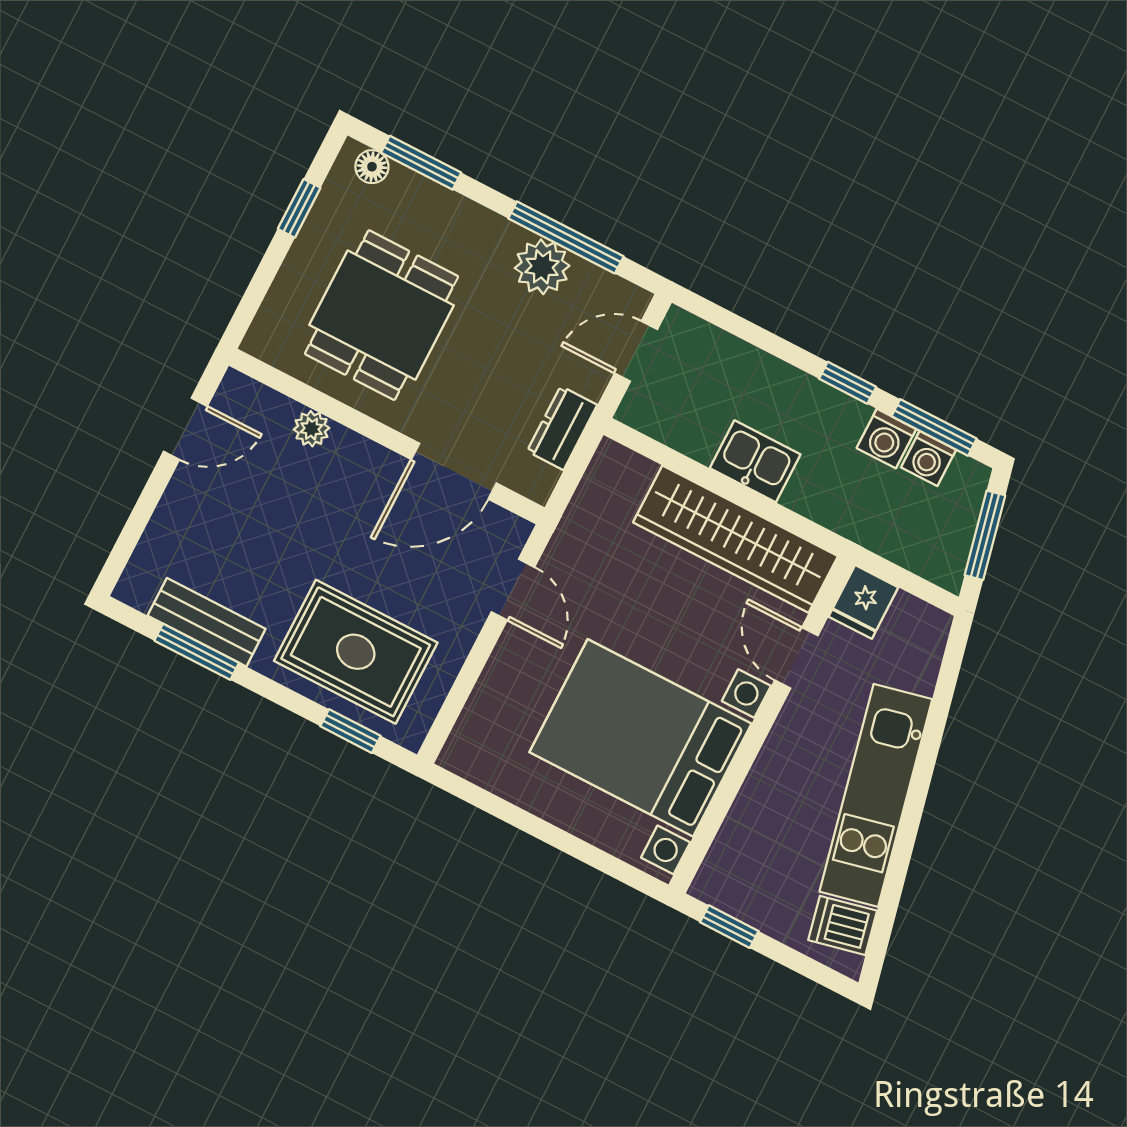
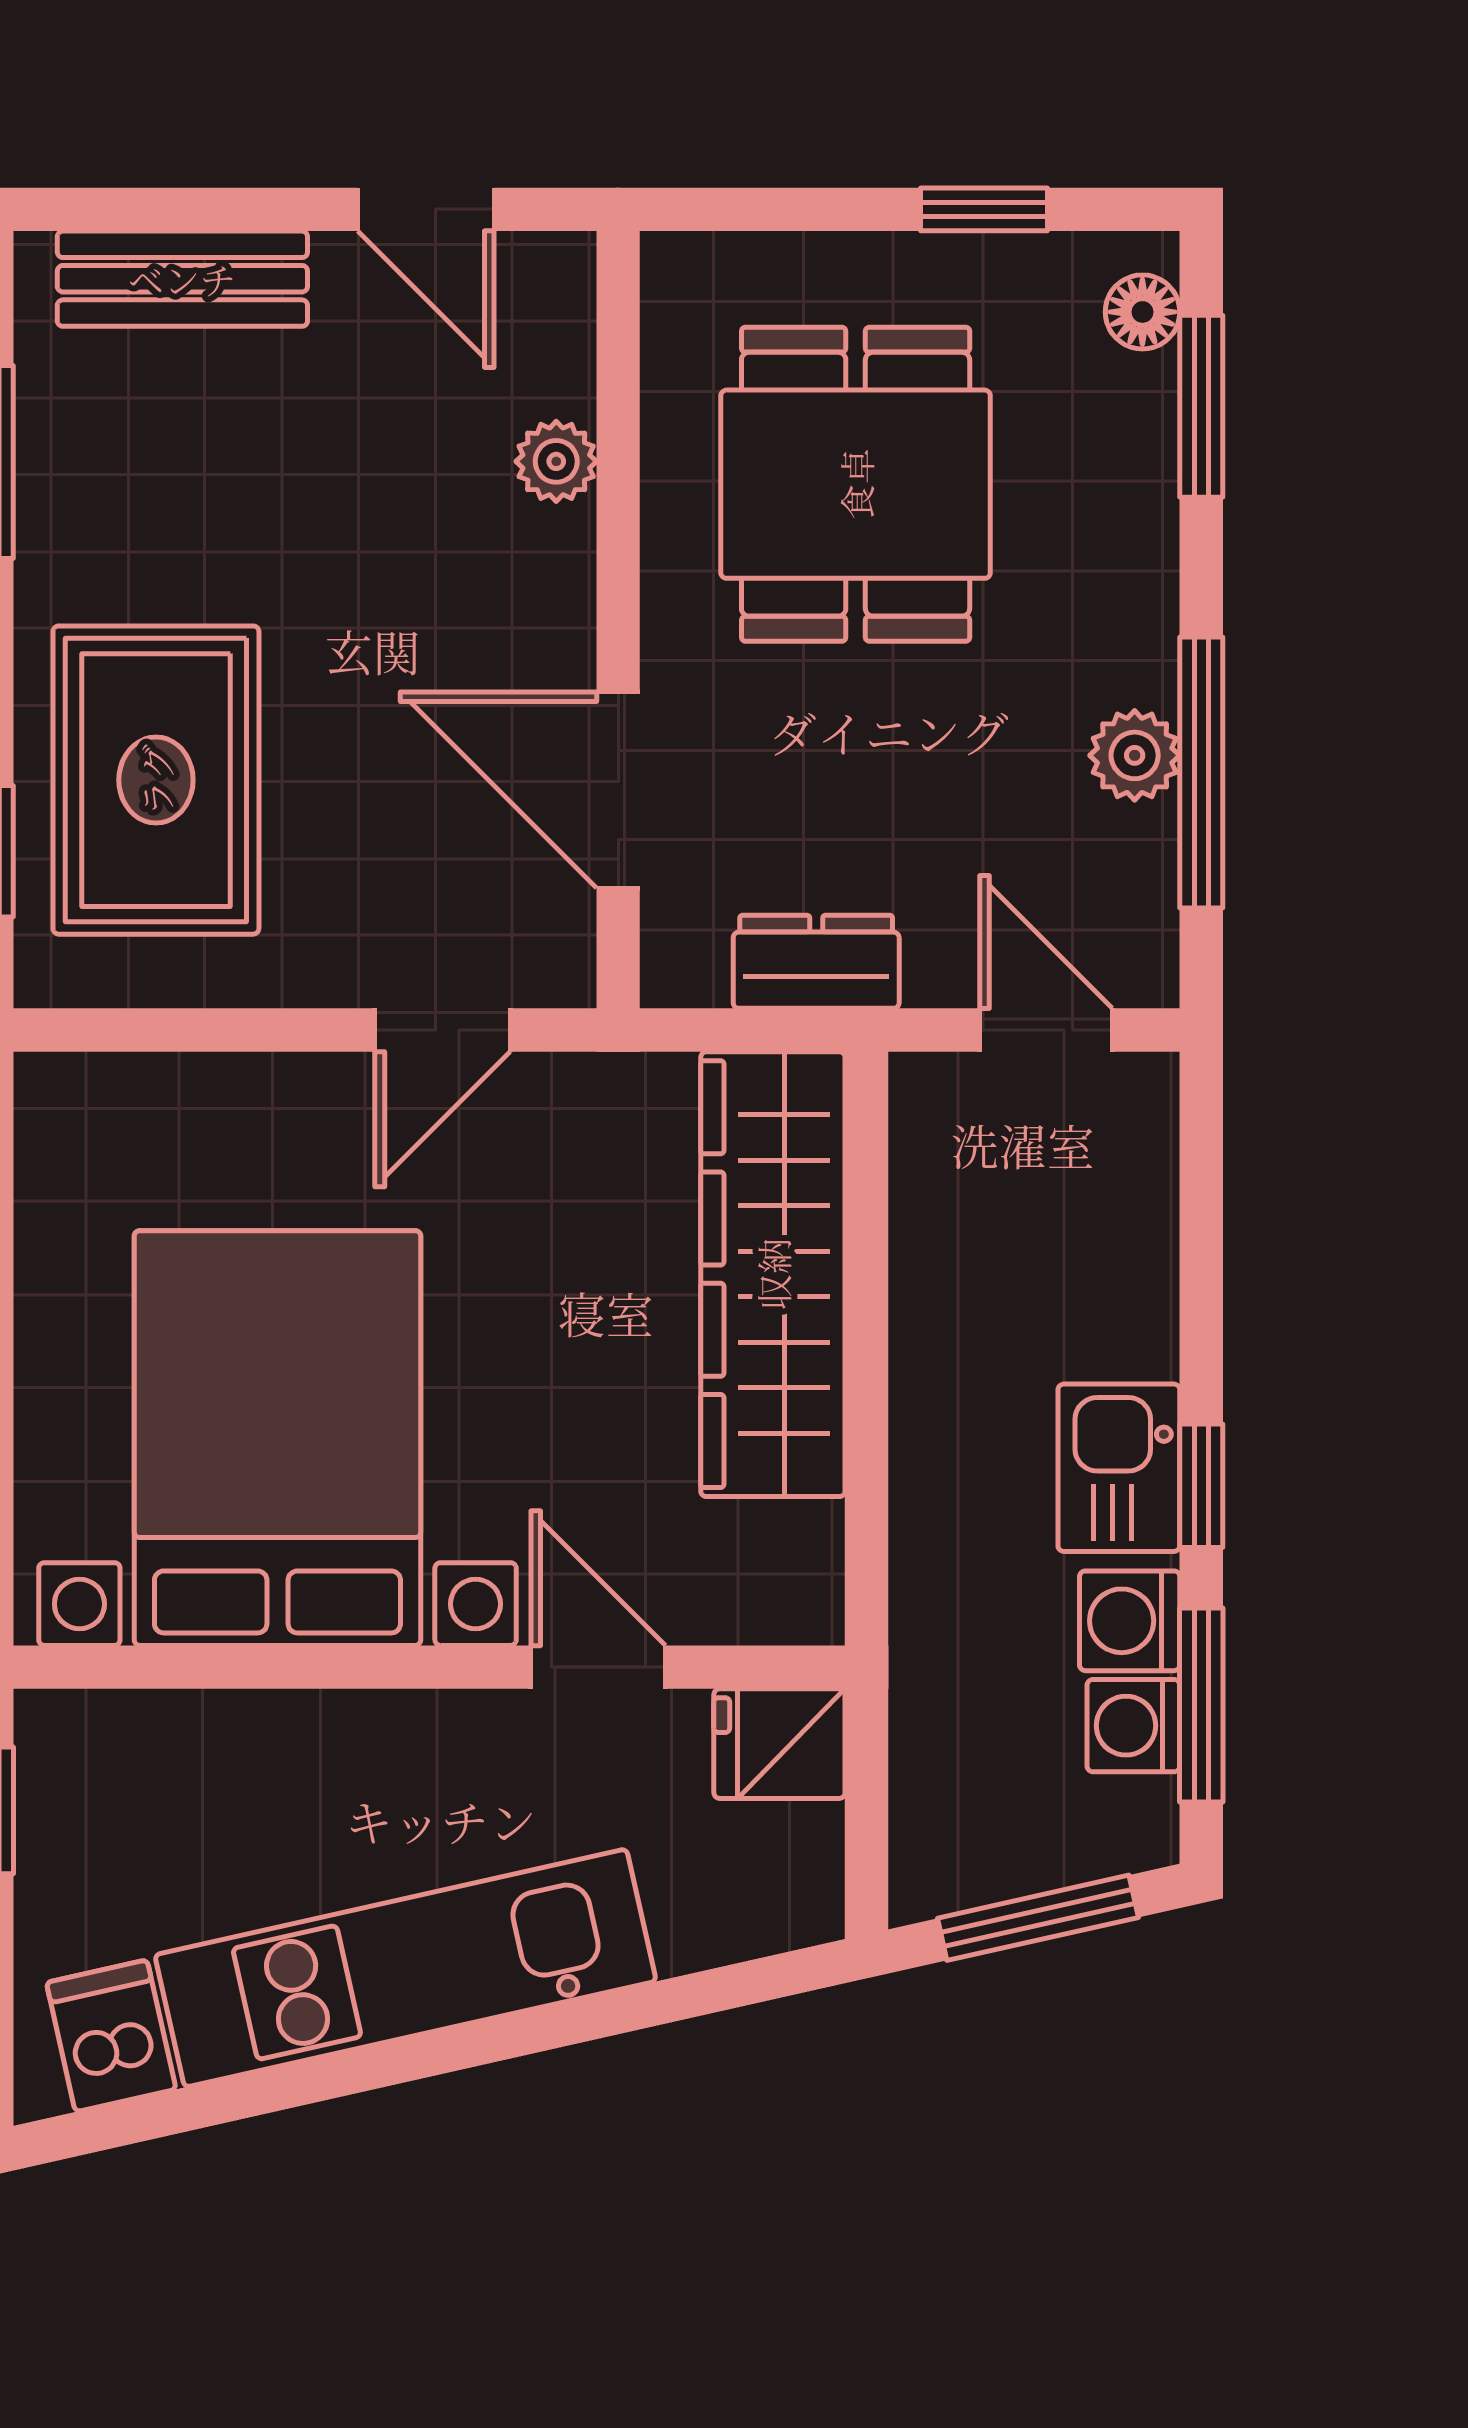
plant: (542, 267) -> (1135, 755), width x0.73, depth x0.73
dining table: (382, 315) -> (856, 484), turned 90
kitchen sink: (755, 461) -> (1119, 1468), moved, turned 180
wardrobe: (735, 539) -> (773, 1274), moved
bench: (207, 622) -> (182, 279), moved, turned 90
door: (796, 658) -> (598, 1667), hinge flipped

